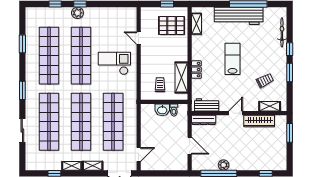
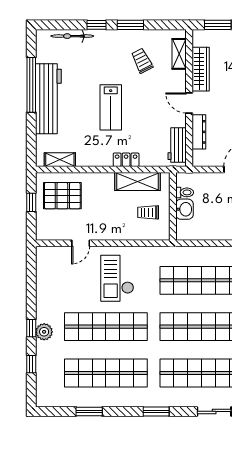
pallet: (172, 26) -> (62, 196), turned 90
lab bench: (233, 59) -> (111, 107), turned -90
dresser: (204, 120) -> (199, 132), moved

